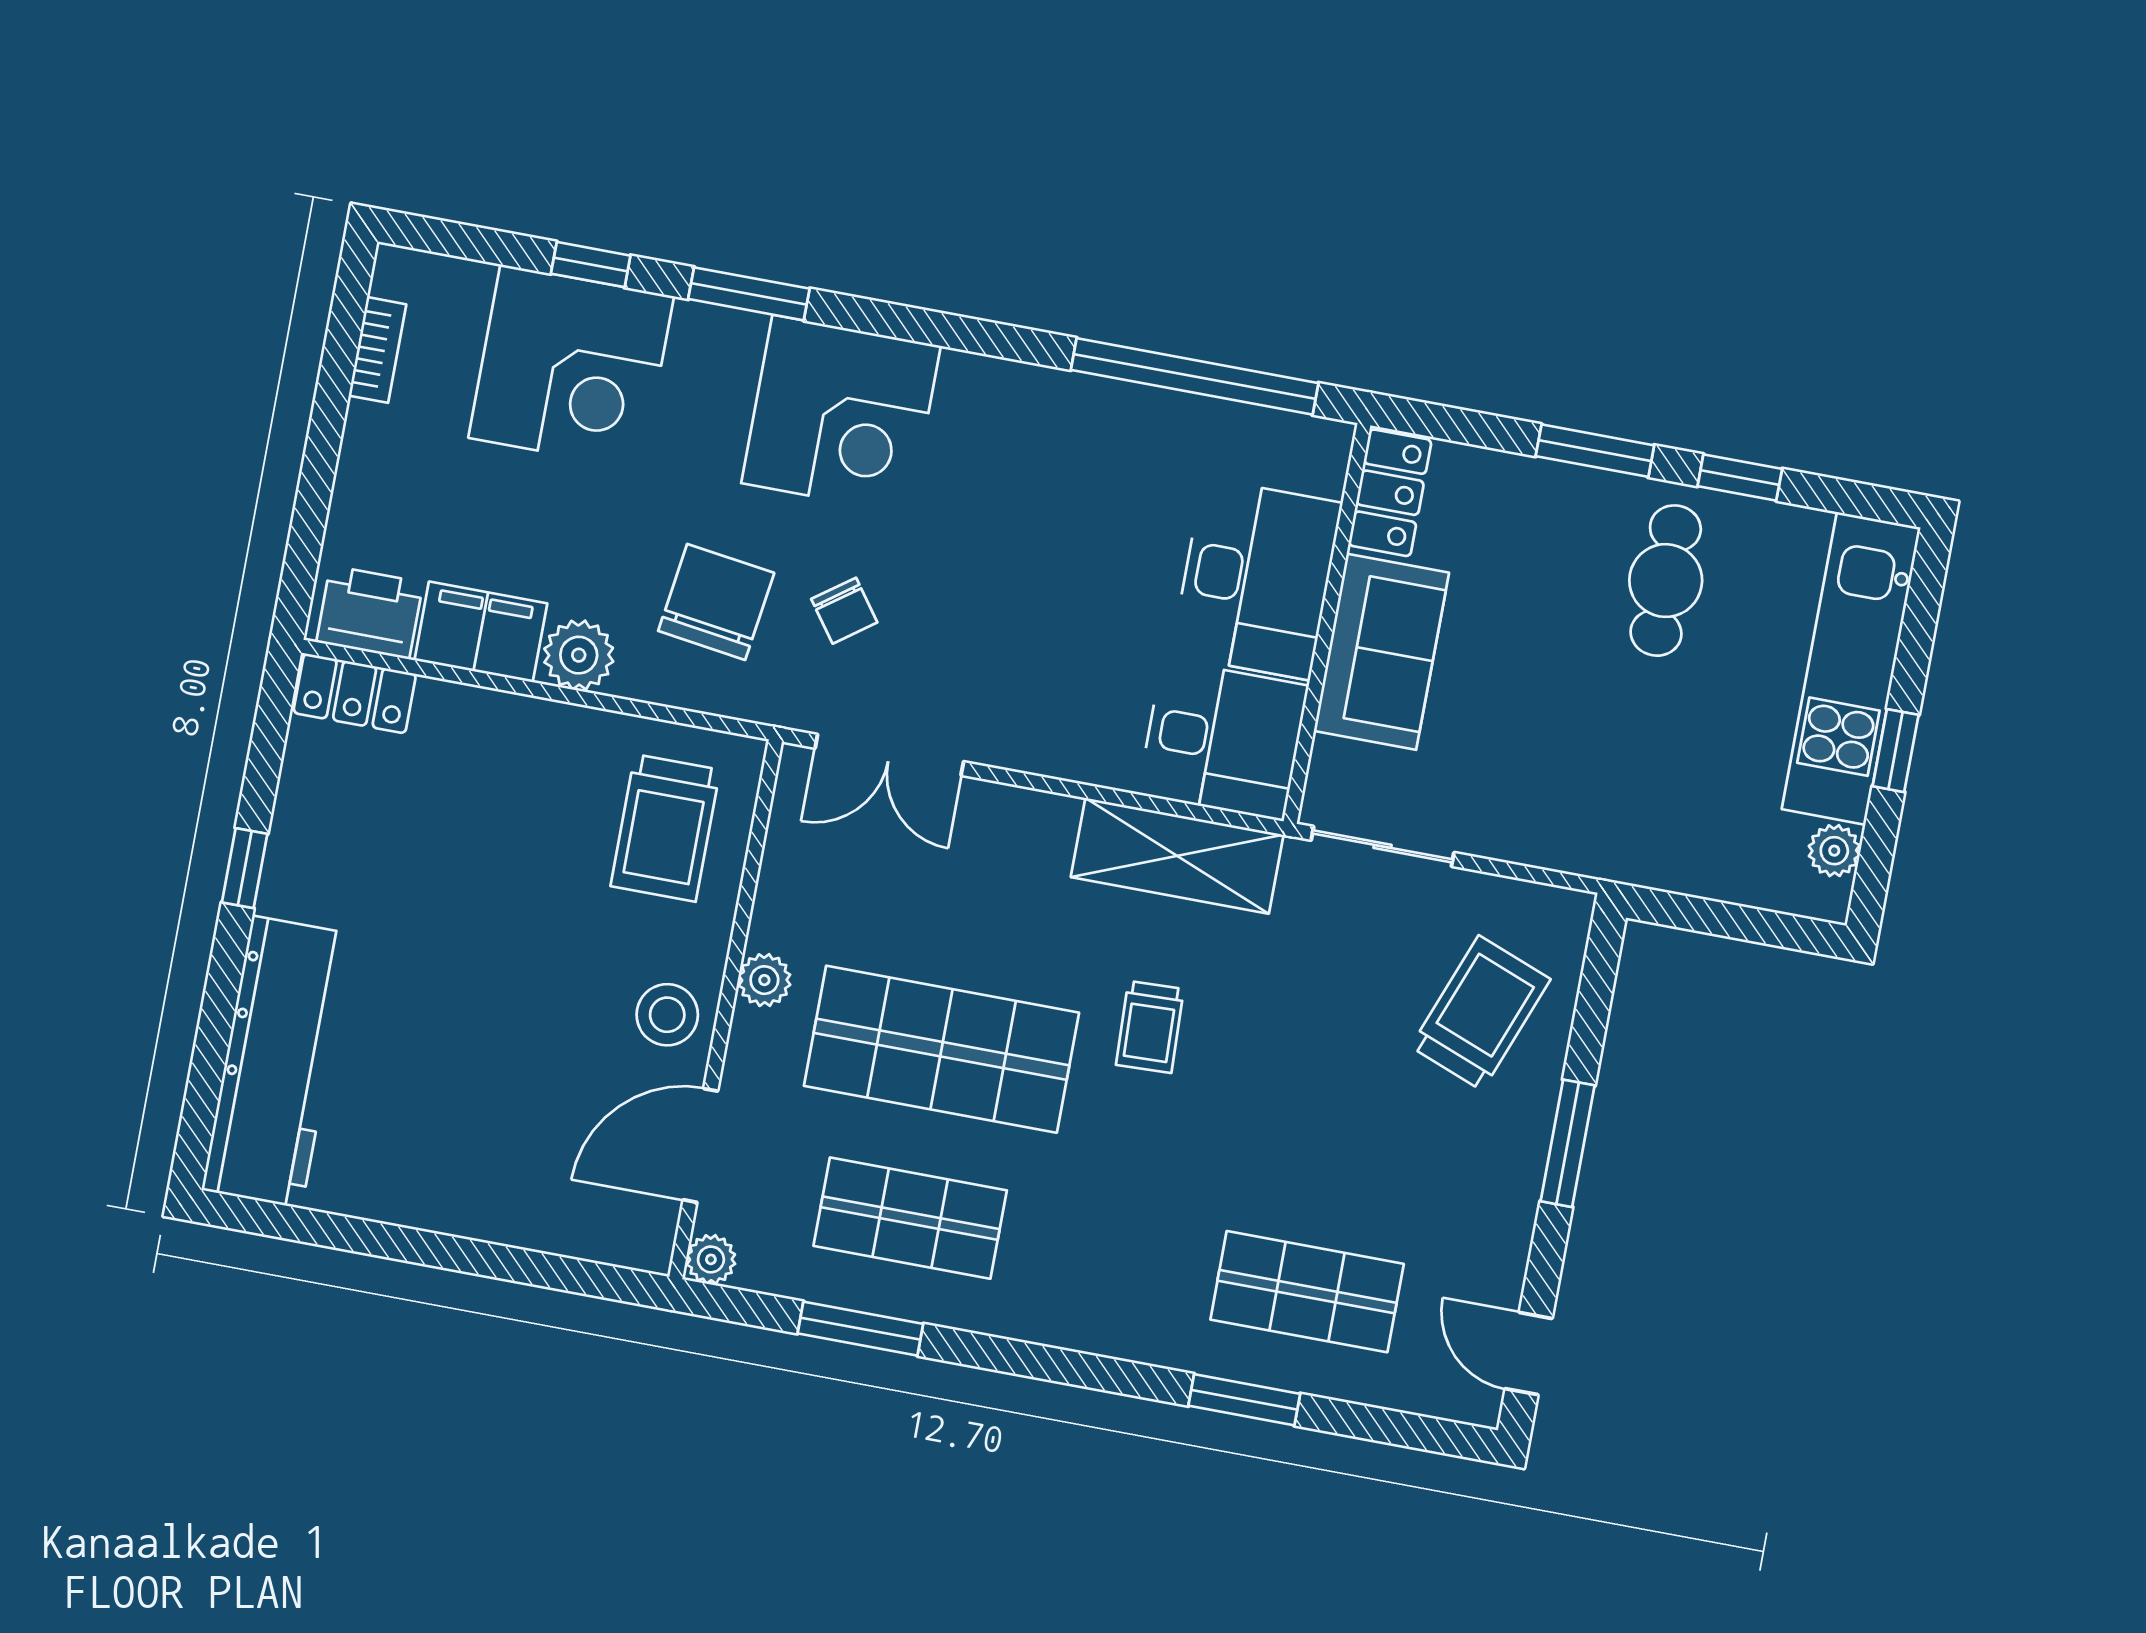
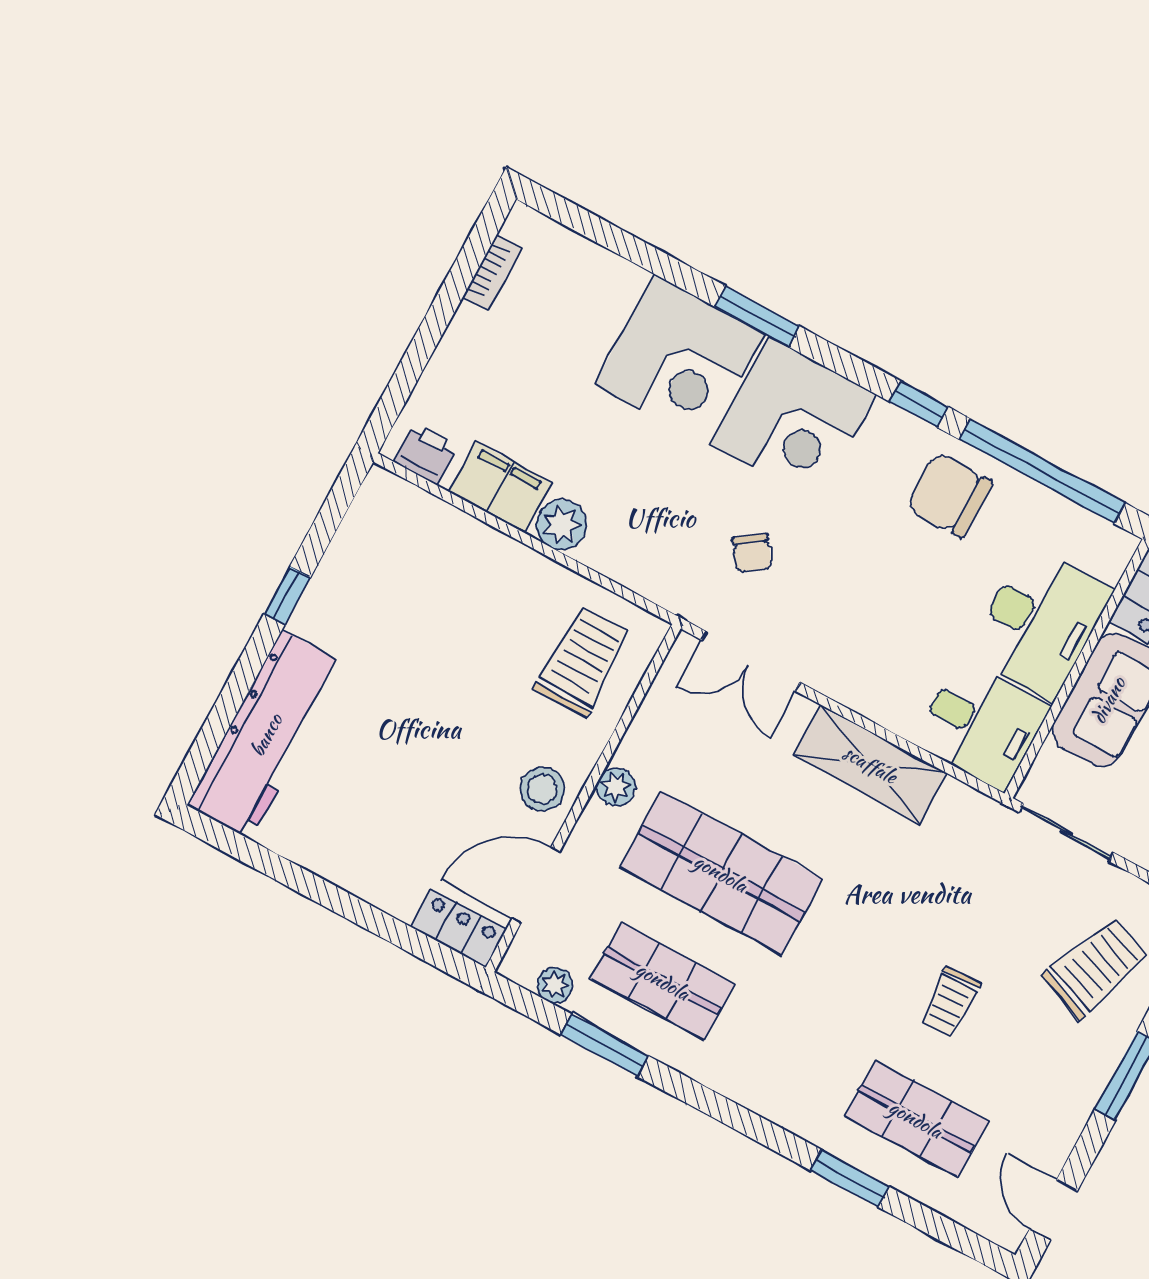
window: (591, 265) -> (919, 404), moved
corner desk: (571, 367) -> (680, 359), moved
chair: (716, 602) -> (949, 495), moved, turned -98
printer: (370, 612) -> (426, 454), width x0.73, depth x0.81
locker: (355, 693) -> (458, 928), moved, turned 180
trolley: (665, 828) -> (582, 661), turned 180
shelving: (1177, 856) -> (870, 764), moved
trolley: (1150, 1027) -> (950, 1002), moved
plant: (711, 1259) -> (555, 985), moved

